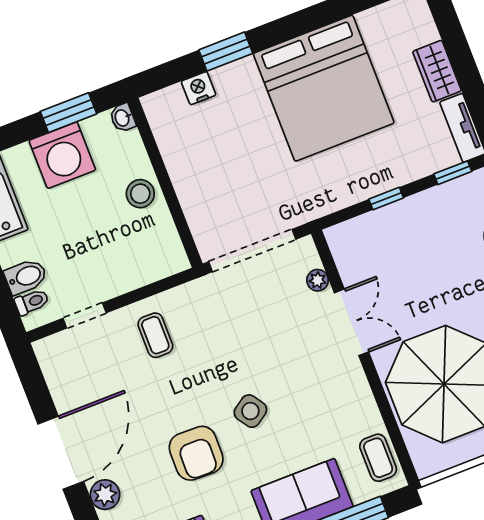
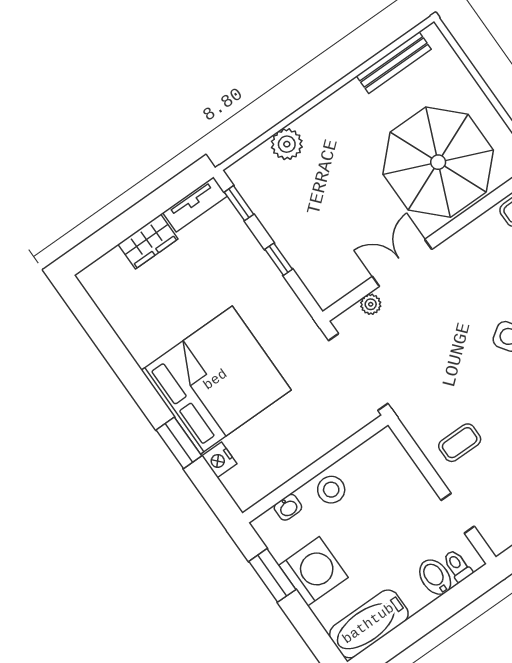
bed: (324, 88) -> (216, 380), moved
washbasin: (123, 118) -> (288, 507), moved

